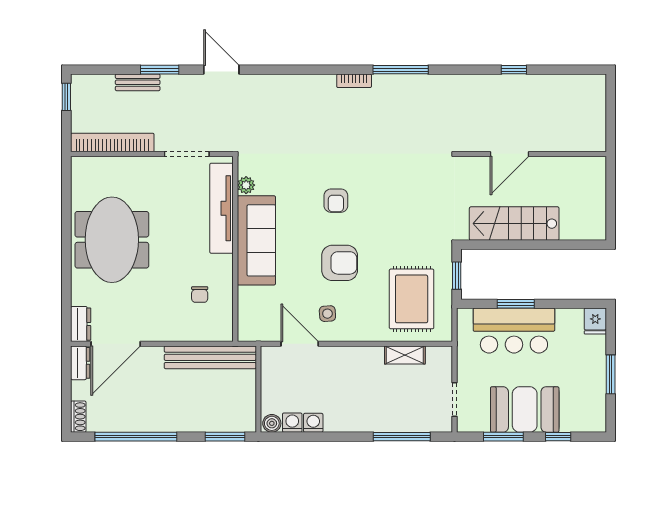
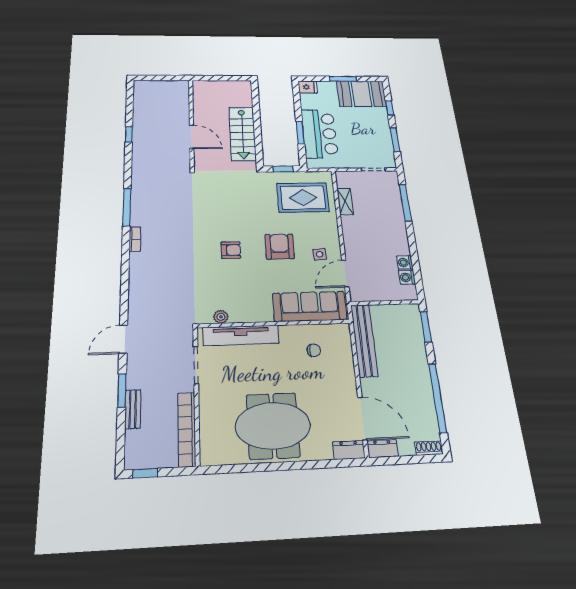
sofa: (256, 240) -> (310, 306), moved
booth: (525, 409) -> (361, 94), moved, turned 90
boiler: (272, 423) -> (410, 292), removed

